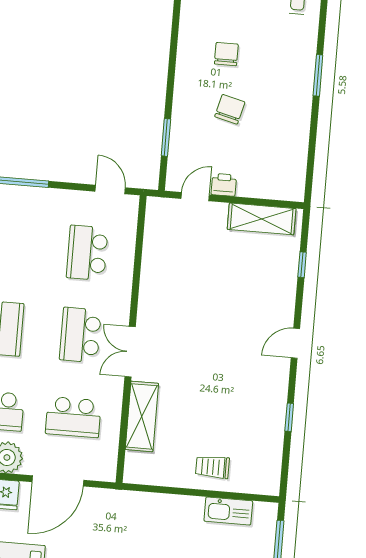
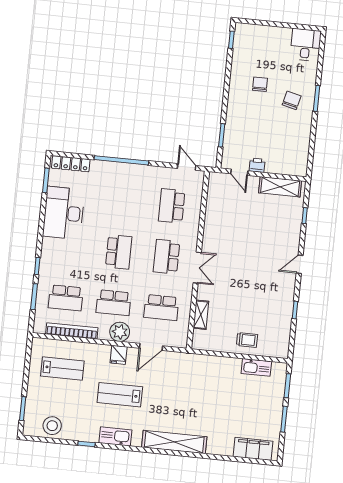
chair: (230, 109) -> (292, 100), moved
door: (195, 197) -> (239, 172), swing flipped
double door: (130, 352) -> (197, 268), swing flipped
shelving: (142, 416) -> (201, 315), width x0.67, depth x0.75
trolley: (212, 467) -> (247, 340), turned 180
door: (58, 481) -> (151, 347), width x0.73

